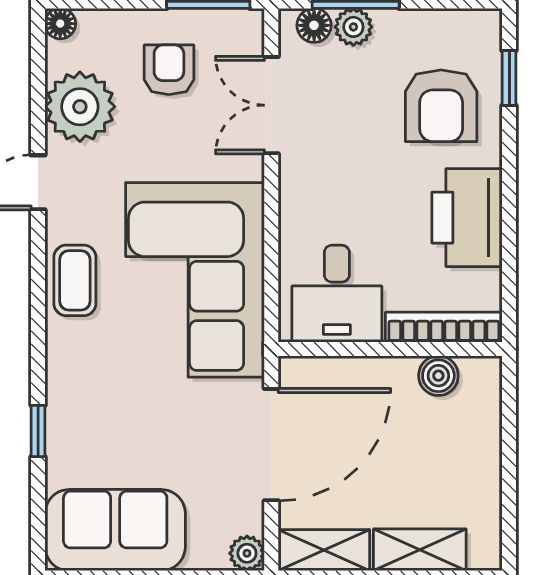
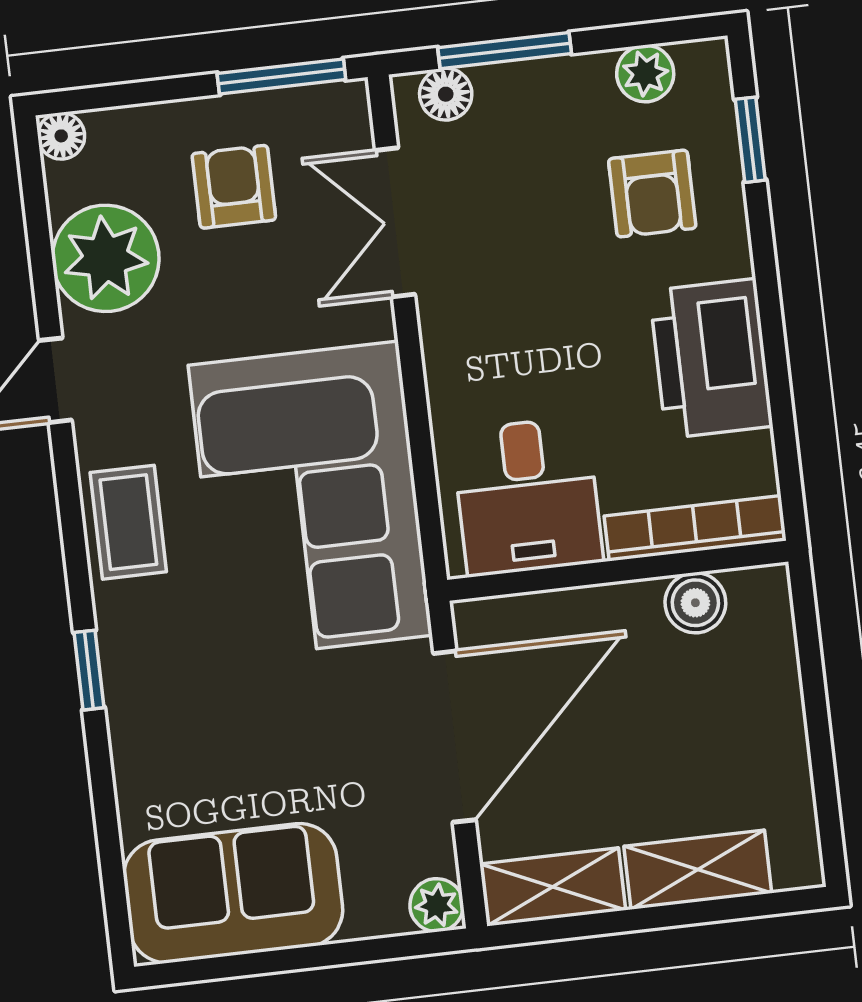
plant: (353, 27) -> (645, 74), moved
armchair: (441, 106) -> (652, 194), width x0.72, depth x0.72
window: (38, 431) -> (89, 670), moved

